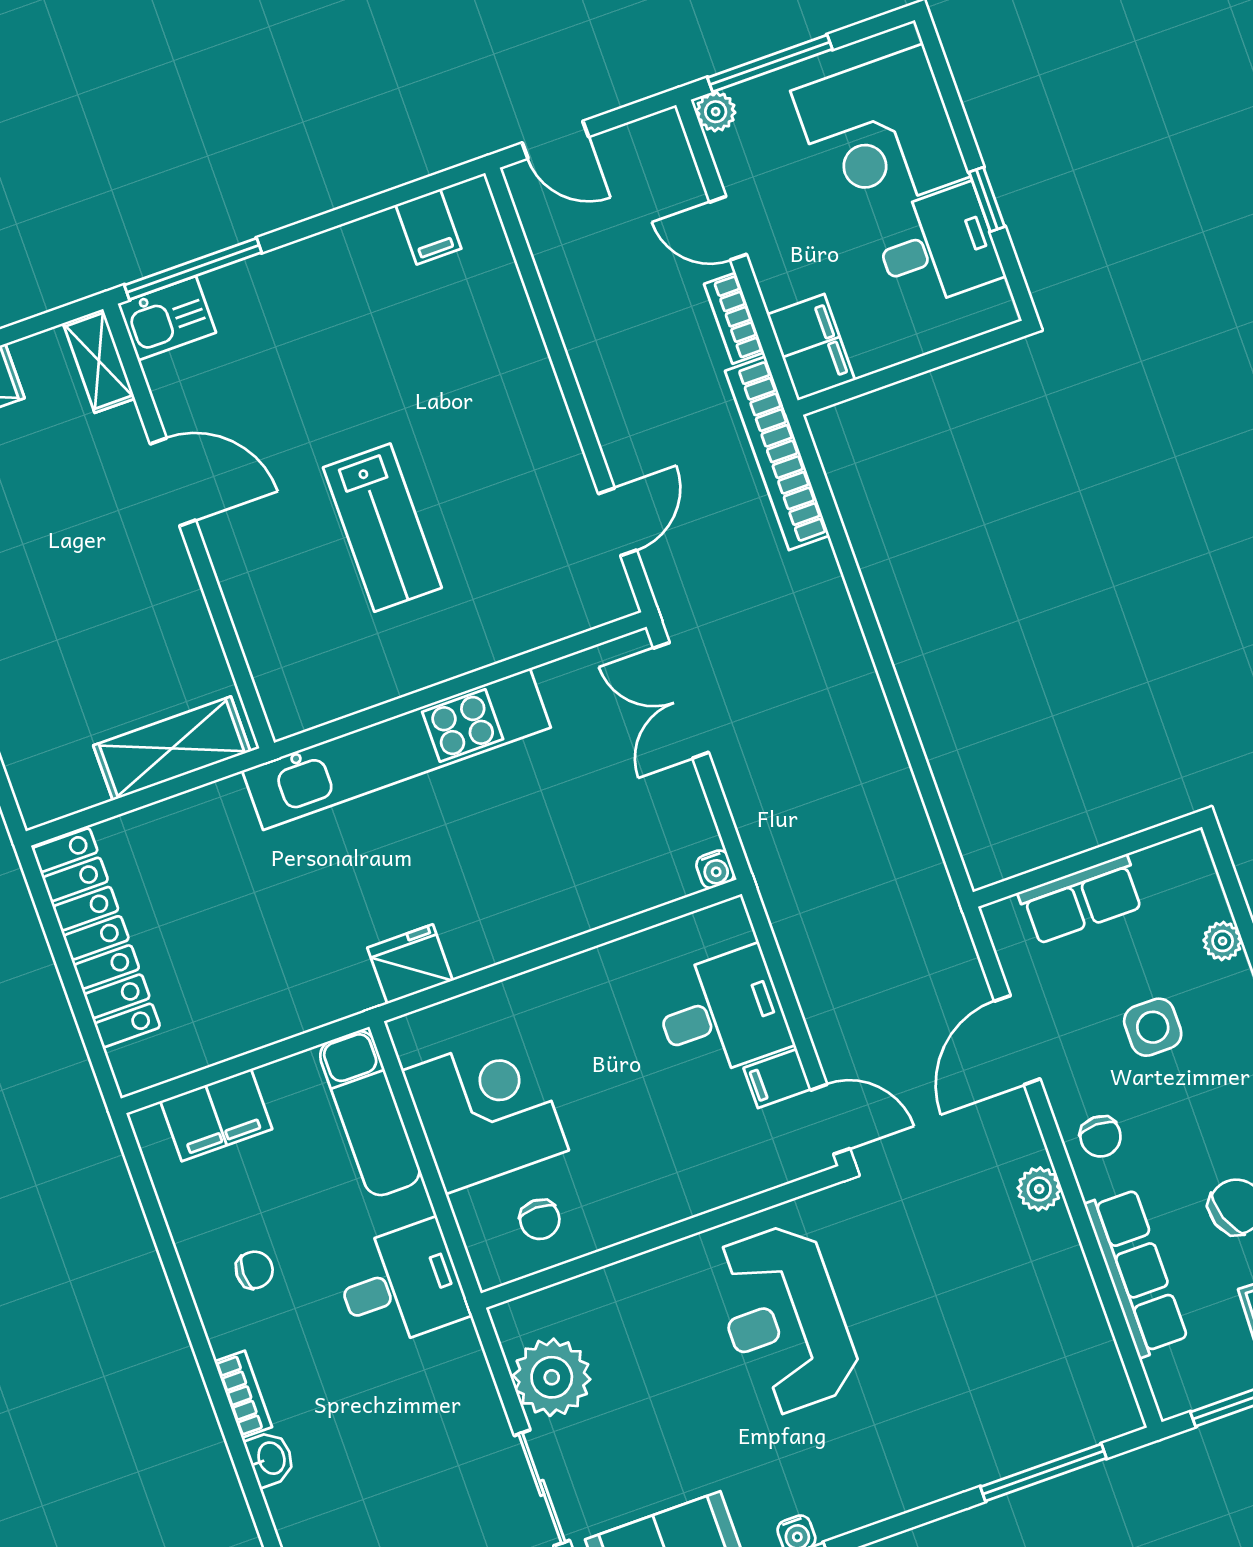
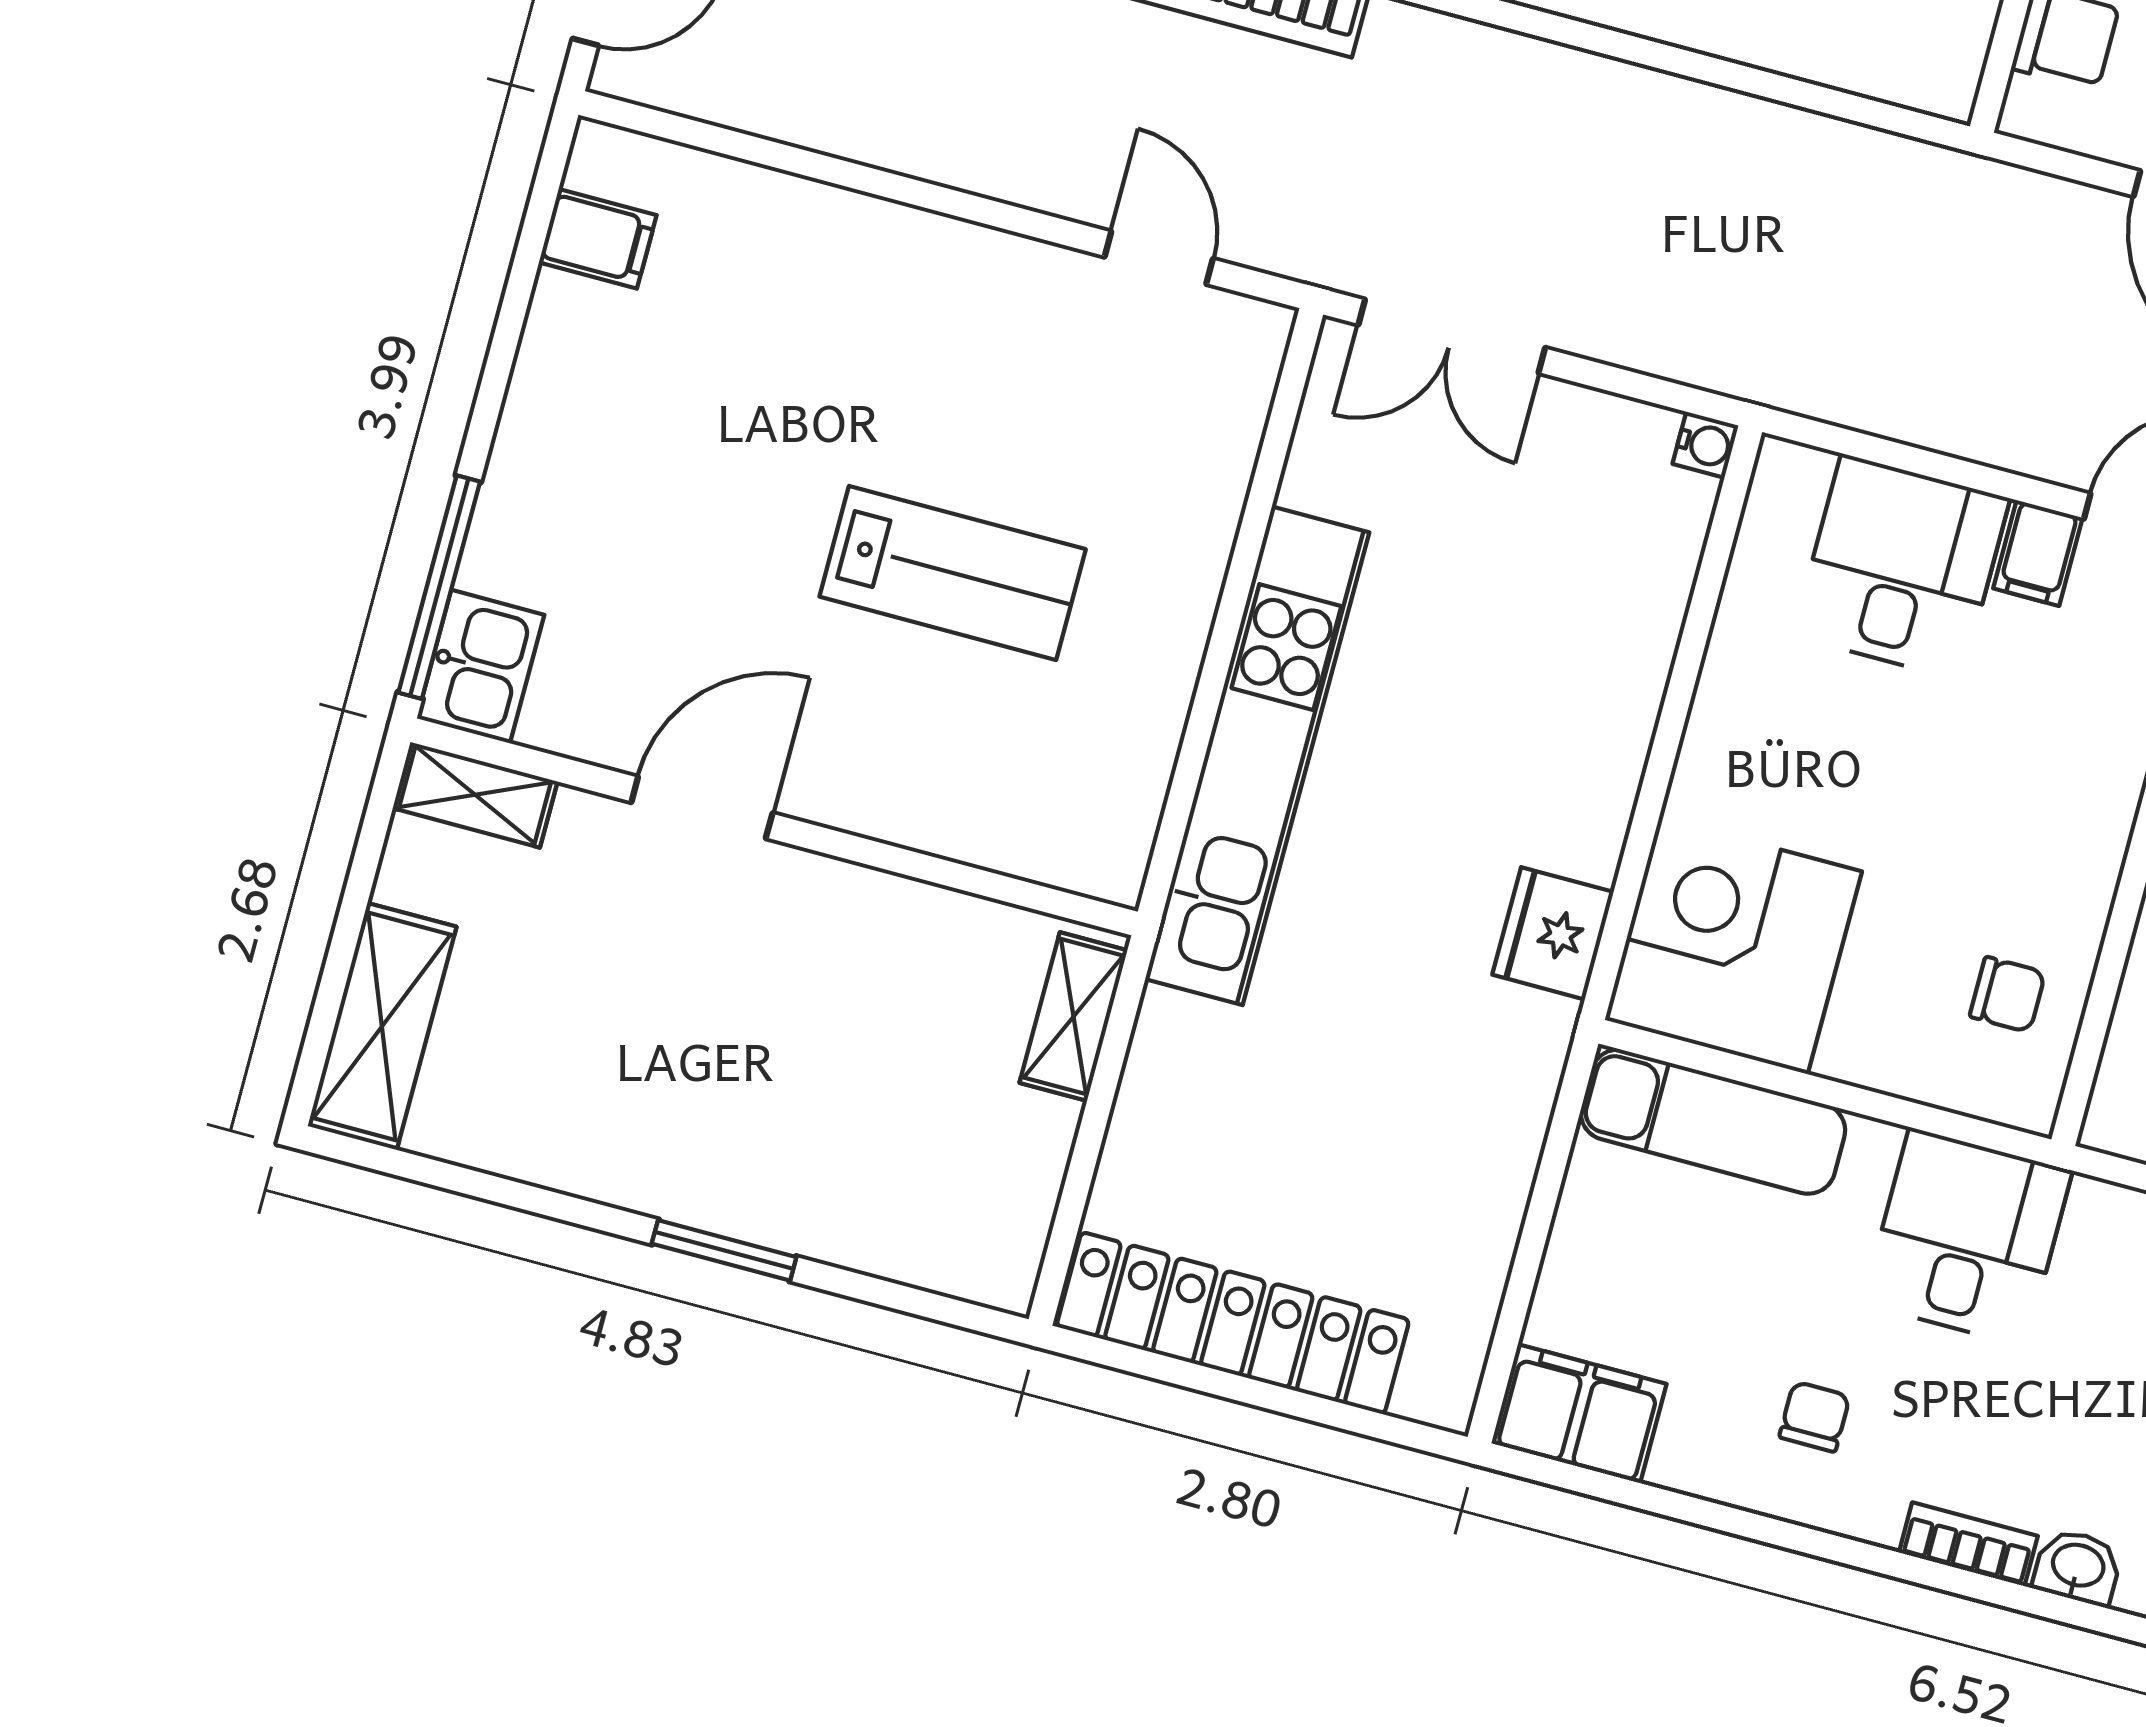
shelving: (172, 748) -> (1073, 1017), width x0.67, depth x0.75
corner desk: (485, 1110) -> (1733, 946), moved
filing cabinet: (216, 1115) -> (1579, 1414), moved, turned -90

